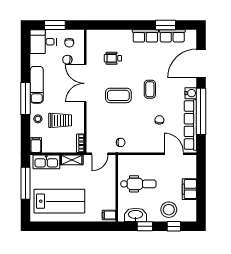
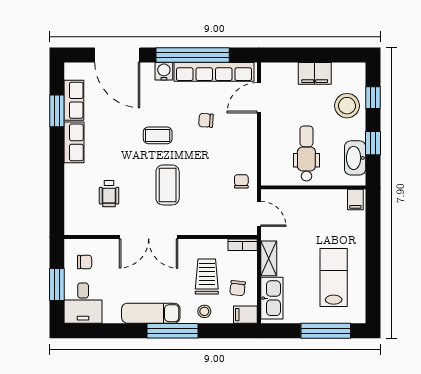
chair: (67, 60) -> (238, 288), moved
window: (26, 183) -> (326, 331), moved
lab bench: (59, 201) -> (334, 278), width x0.73, depth x0.72

